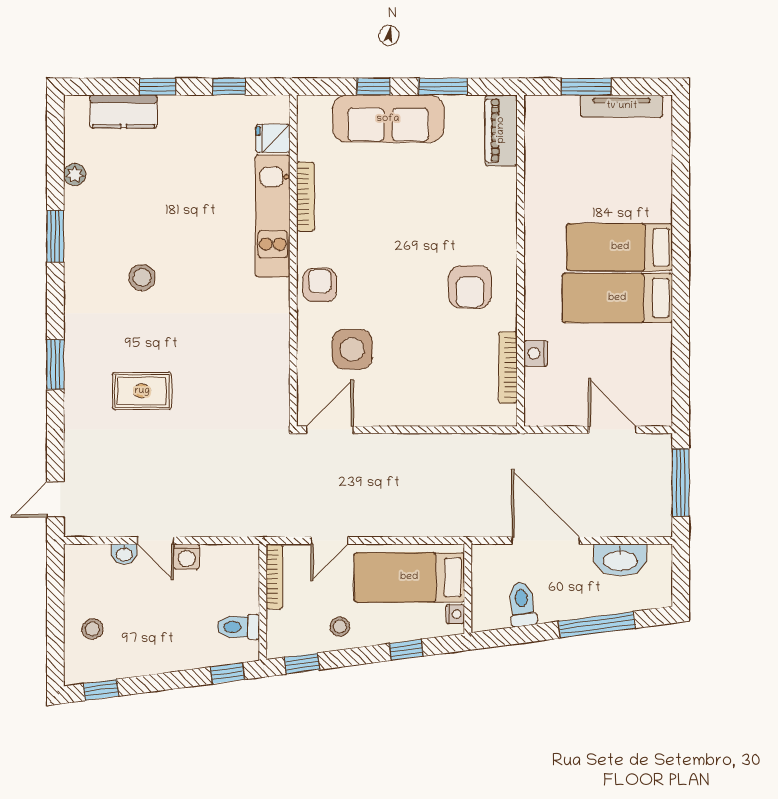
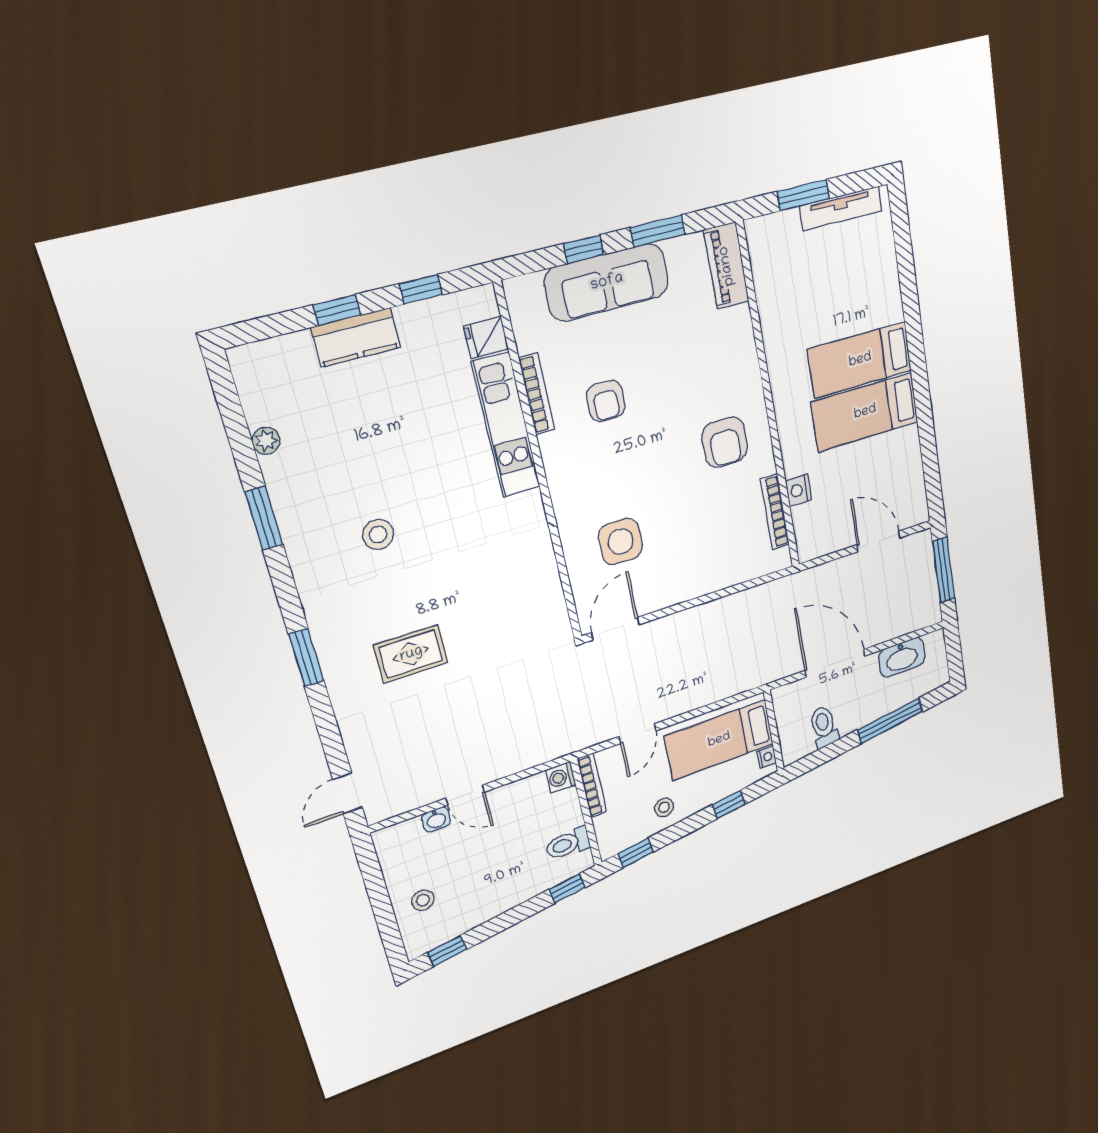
kitchen counter: (124, 112) -> (356, 337), moved
armchair: (320, 285) -> (606, 401), moved, turned 180
washing machine: (187, 557) -> (561, 777), moved, turned 90

